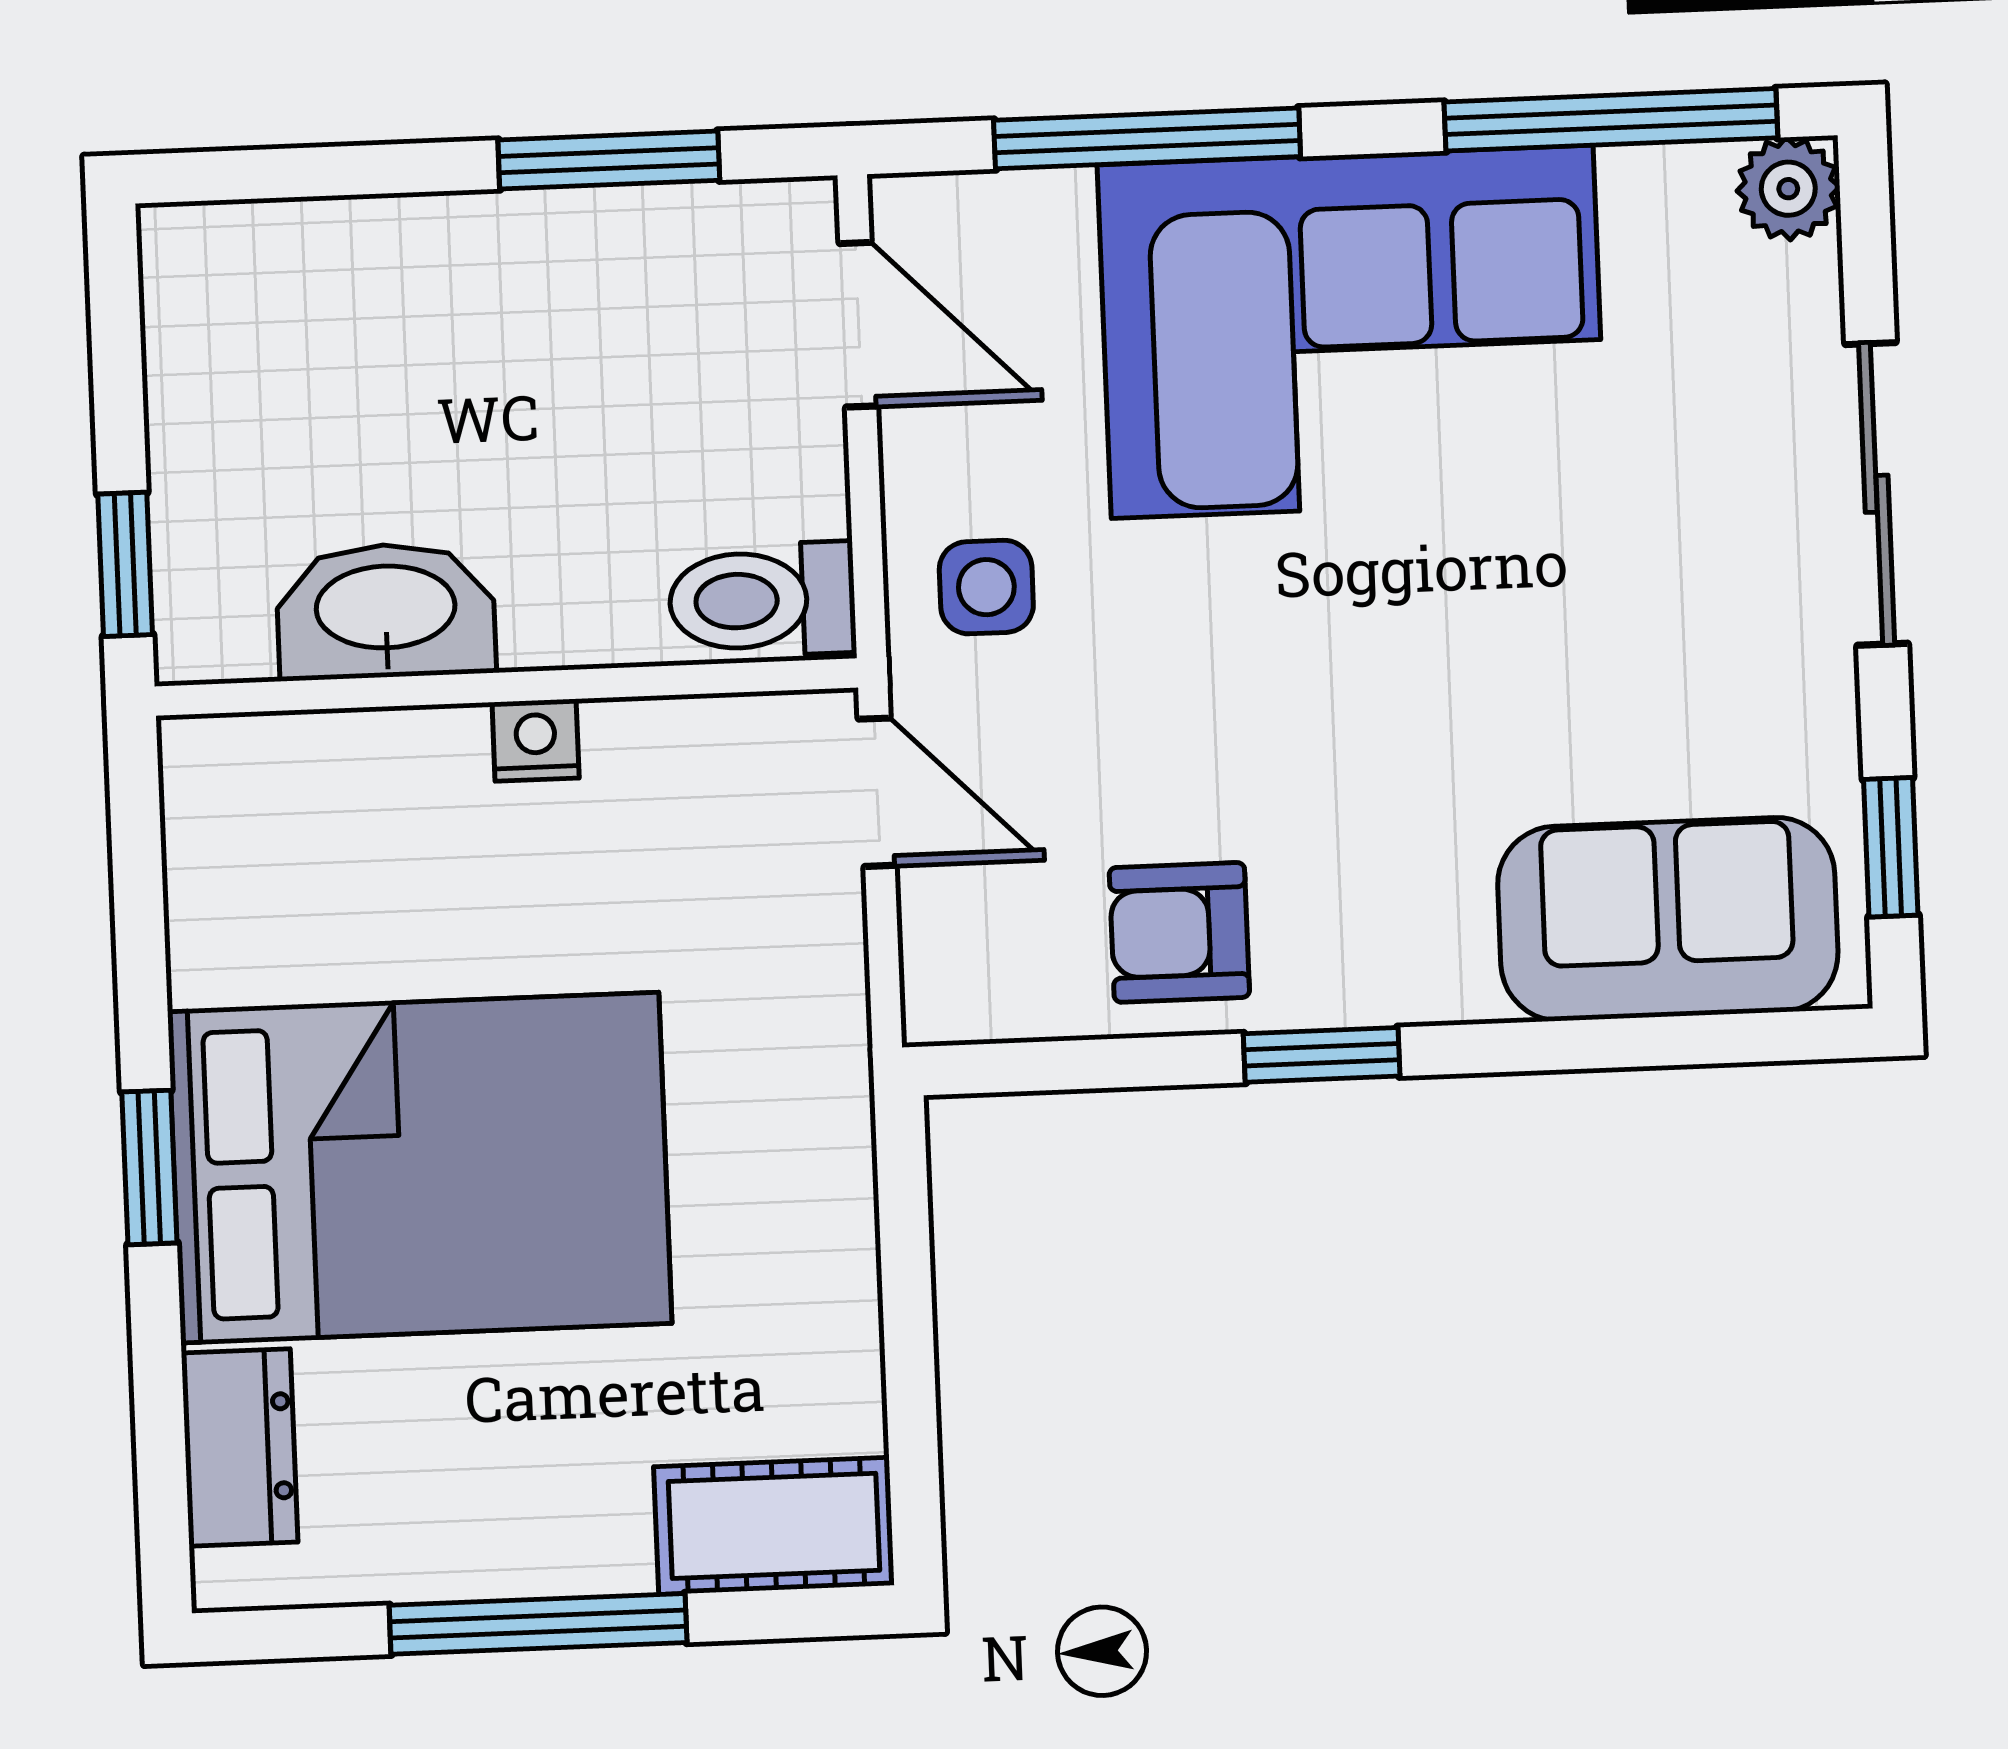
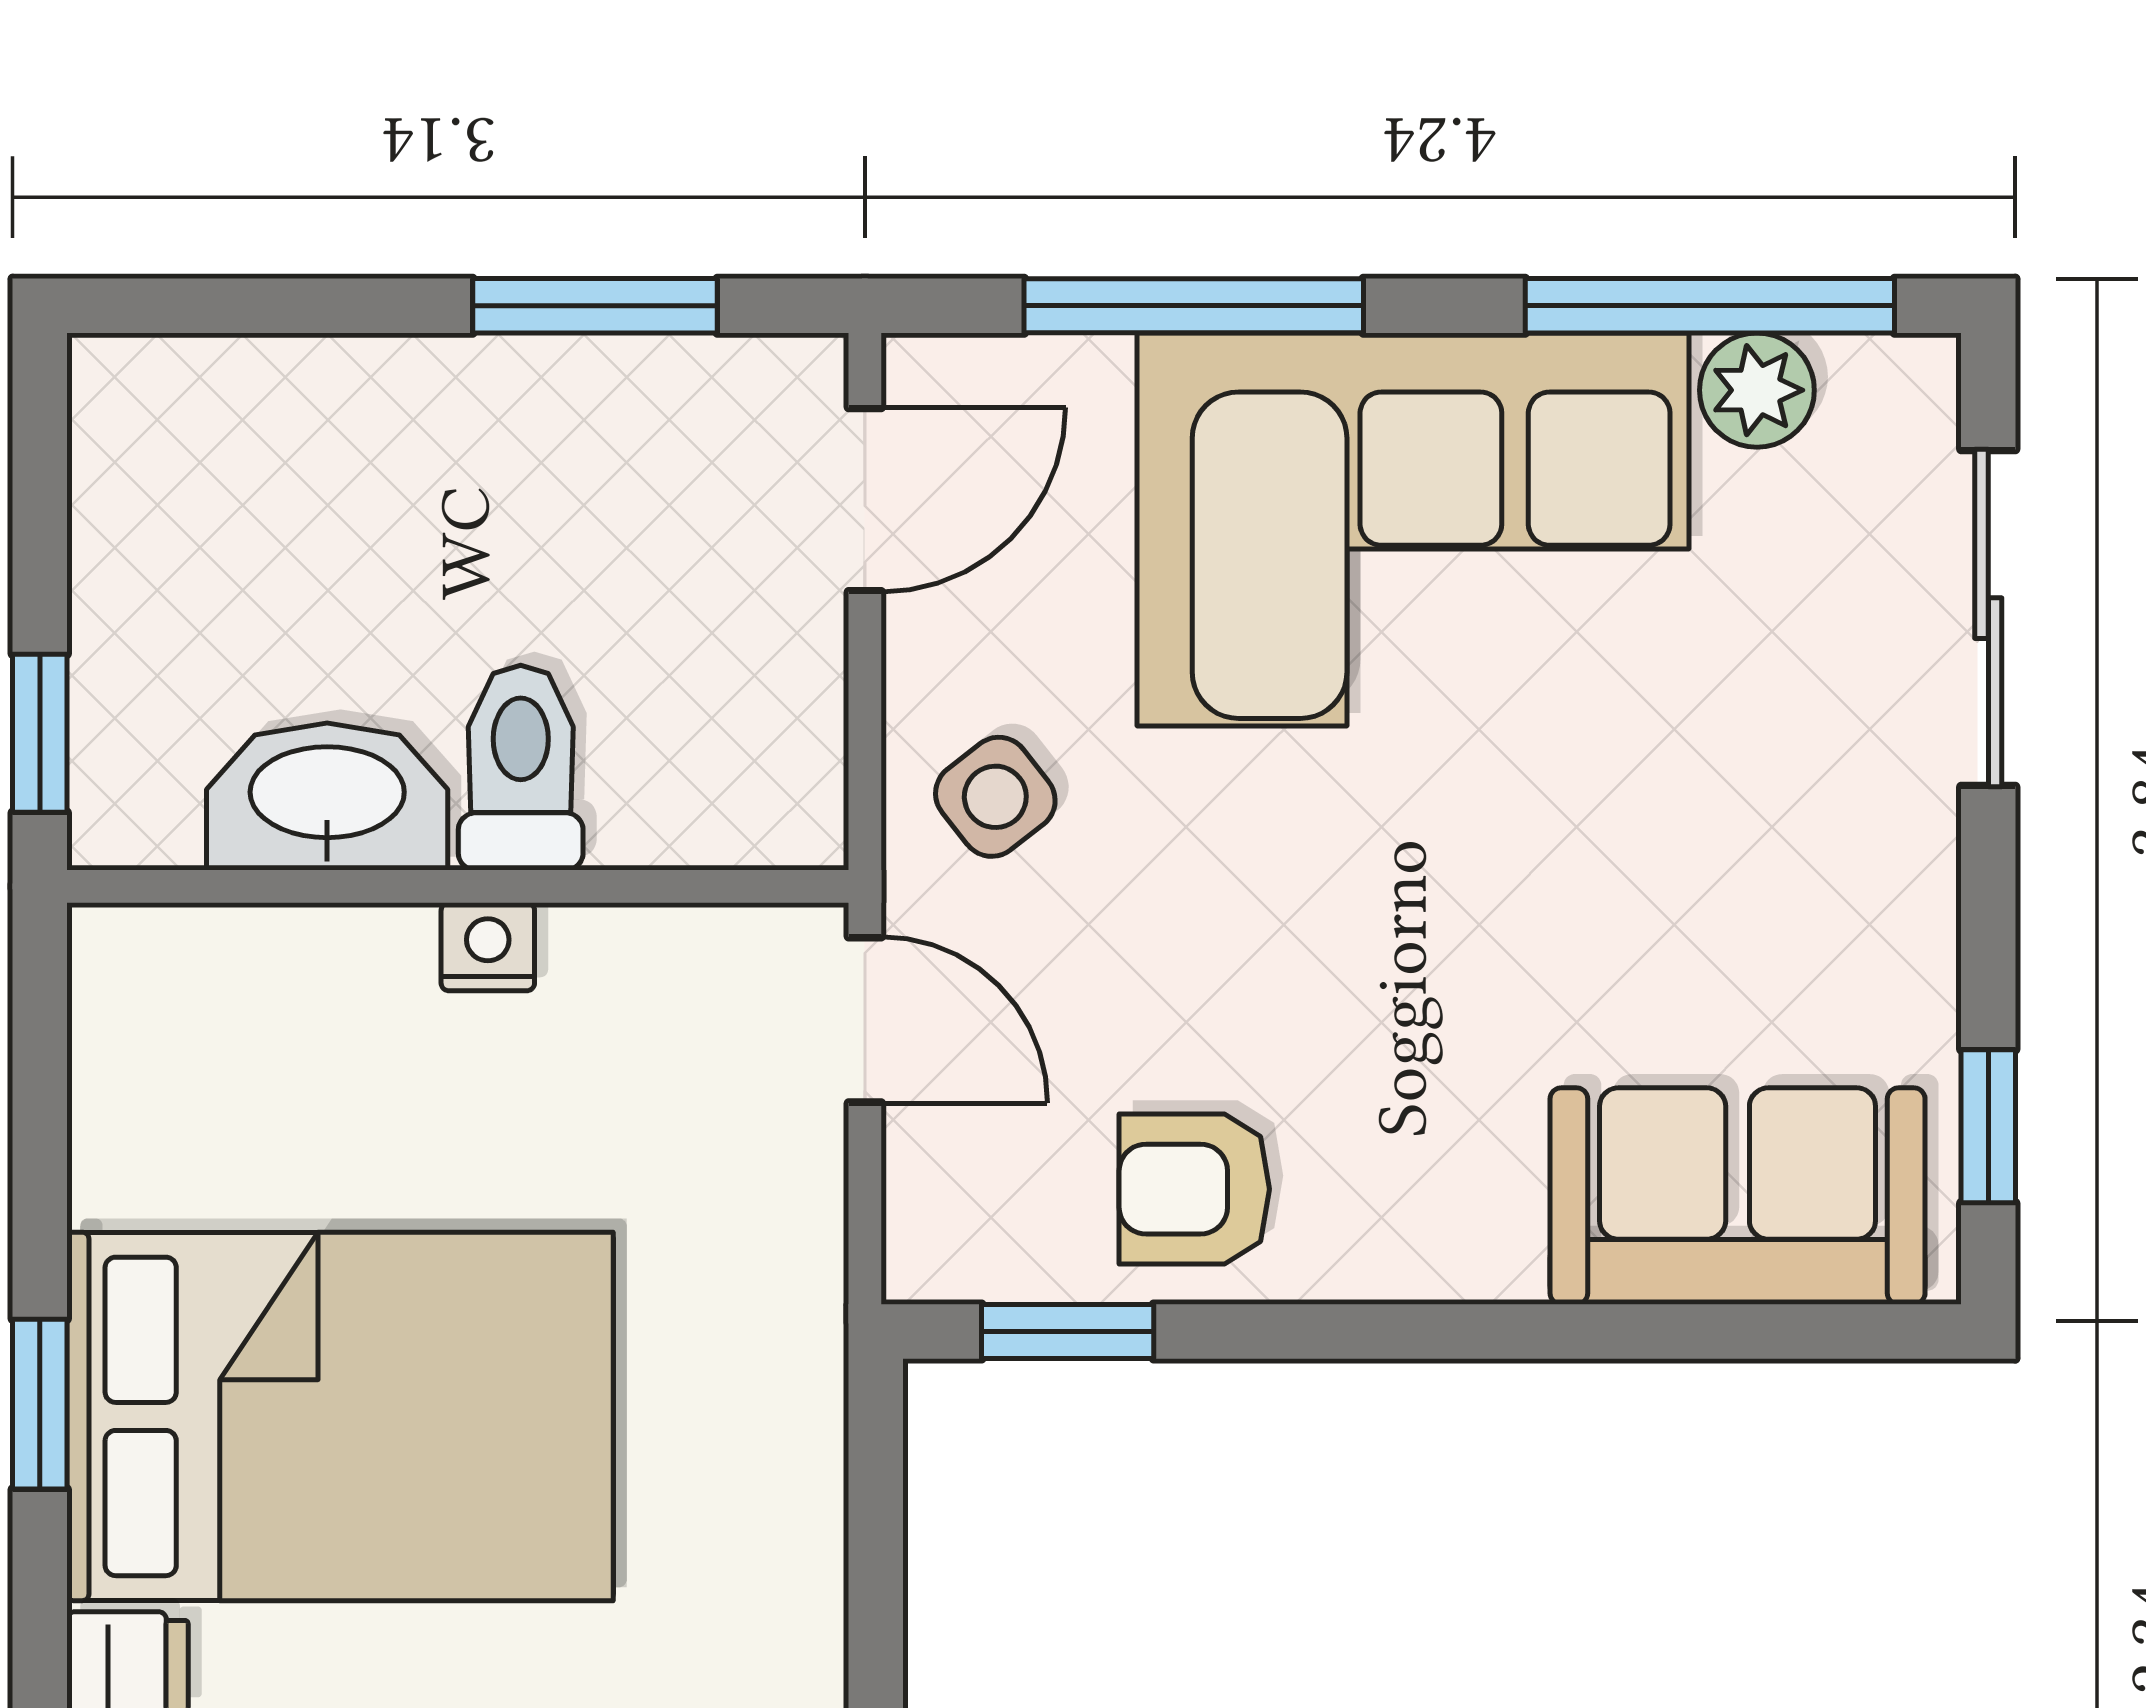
plant: (1788, 189) -> (1757, 390), moved
door: (858, 325) -> (865, 500), hinge flipped
sliding door: (1877, 494) -> (1988, 618), moved
side table: (986, 587) -> (995, 797), turned -38
toilet: (762, 600) -> (521, 768), moved, turned 90
window: (1322, 1055) -> (1068, 1332), moved

